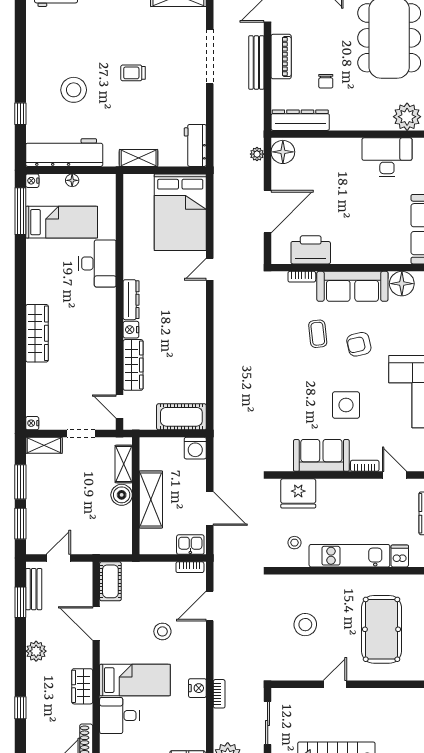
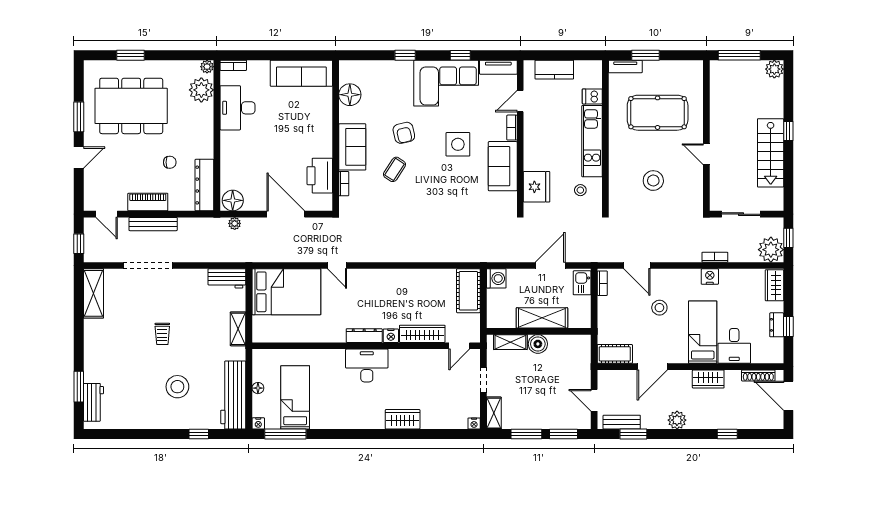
desk: (97, 263) -> (367, 366), moved
sofa: (352, 286) -> (352, 147), width x0.73
wardrobe: (37, 333) -> (403, 419), width x0.67
coffee table: (318, 334) -> (394, 169), turned -51

